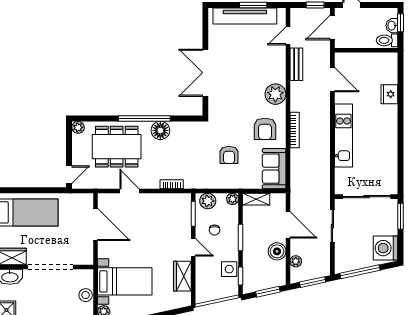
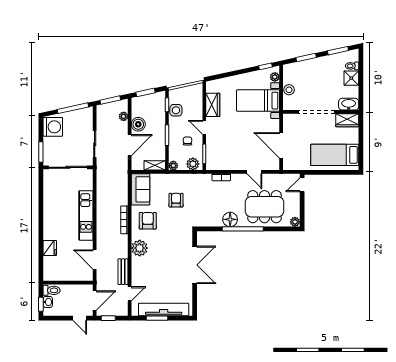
door: (288, 225) -> (130, 145), swing flipped

